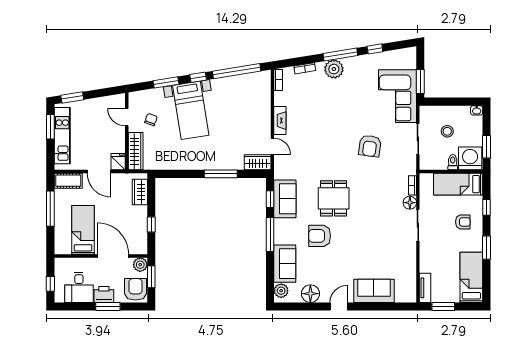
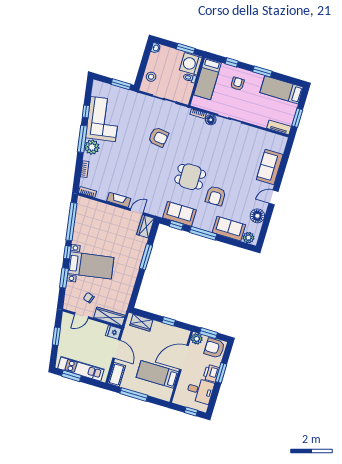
corner sofa: (397, 96) -> (103, 119), moved, turned -99
window: (72, 97) -> (56, 336), moved
stool: (447, 131) -> (151, 77), moved
door: (99, 172) -> (117, 349), hinge flipped
door: (339, 306) -> (274, 197), hinge flipped

